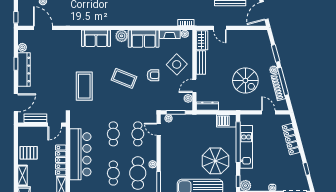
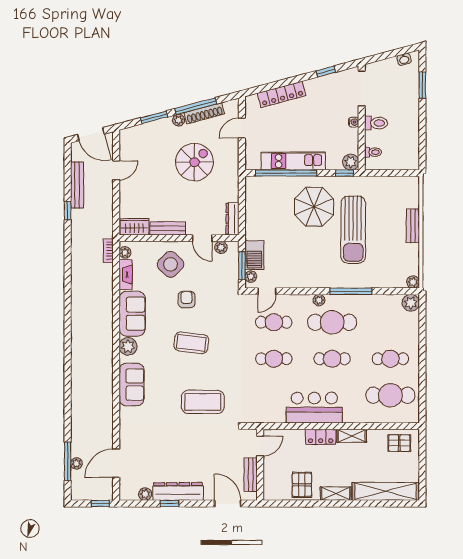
door: (220, 28) -> (116, 170), moved
coffee table: (124, 78) -> (191, 343), turned 75
barbecue: (226, 121) -> (254, 255), moved
door: (55, 125) -> (260, 446), hinge flipped
bar counter: (80, 154) -> (314, 408), width x0.73
locker: (61, 160) -> (321, 437), width x0.66

